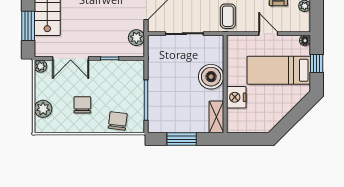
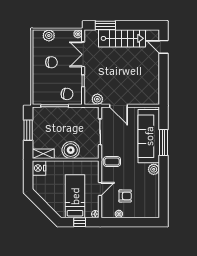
nightstand: (236, 97) -> (39, 168), moved, turned -90
chair: (118, 121) -> (67, 94), moved

